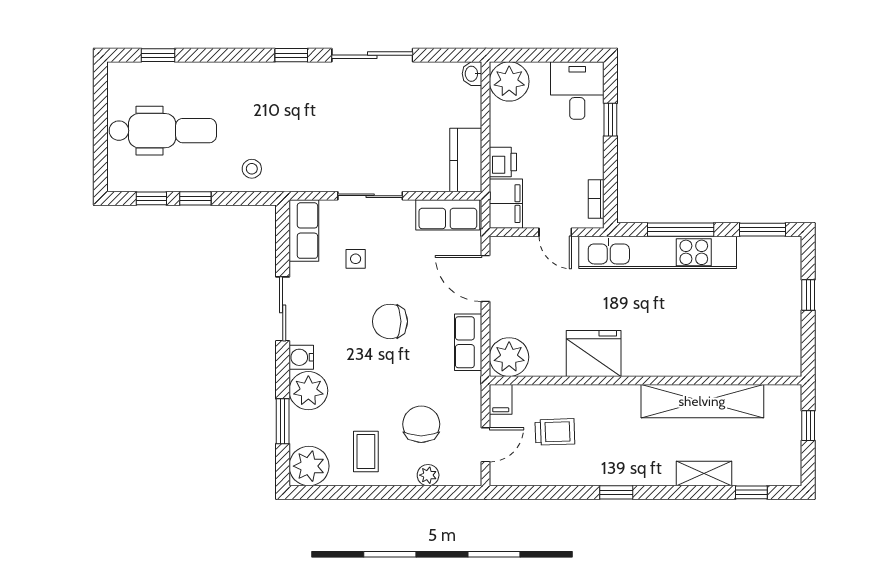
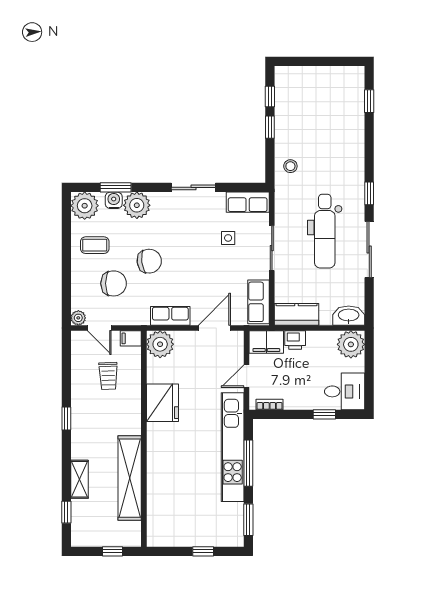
washbasin: (472, 74) -> (349, 316), width x1.91, depth x1.45
dental chair: (163, 131) -> (325, 231), moved
chair: (390, 321) -> (149, 261), moved, turned 83
water cooler: (301, 357) -> (114, 200), moved
plant: (428, 475) -> (78, 318), moved

